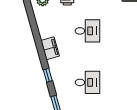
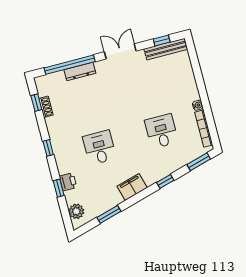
window: (34, 25) -> (109, 214), added

